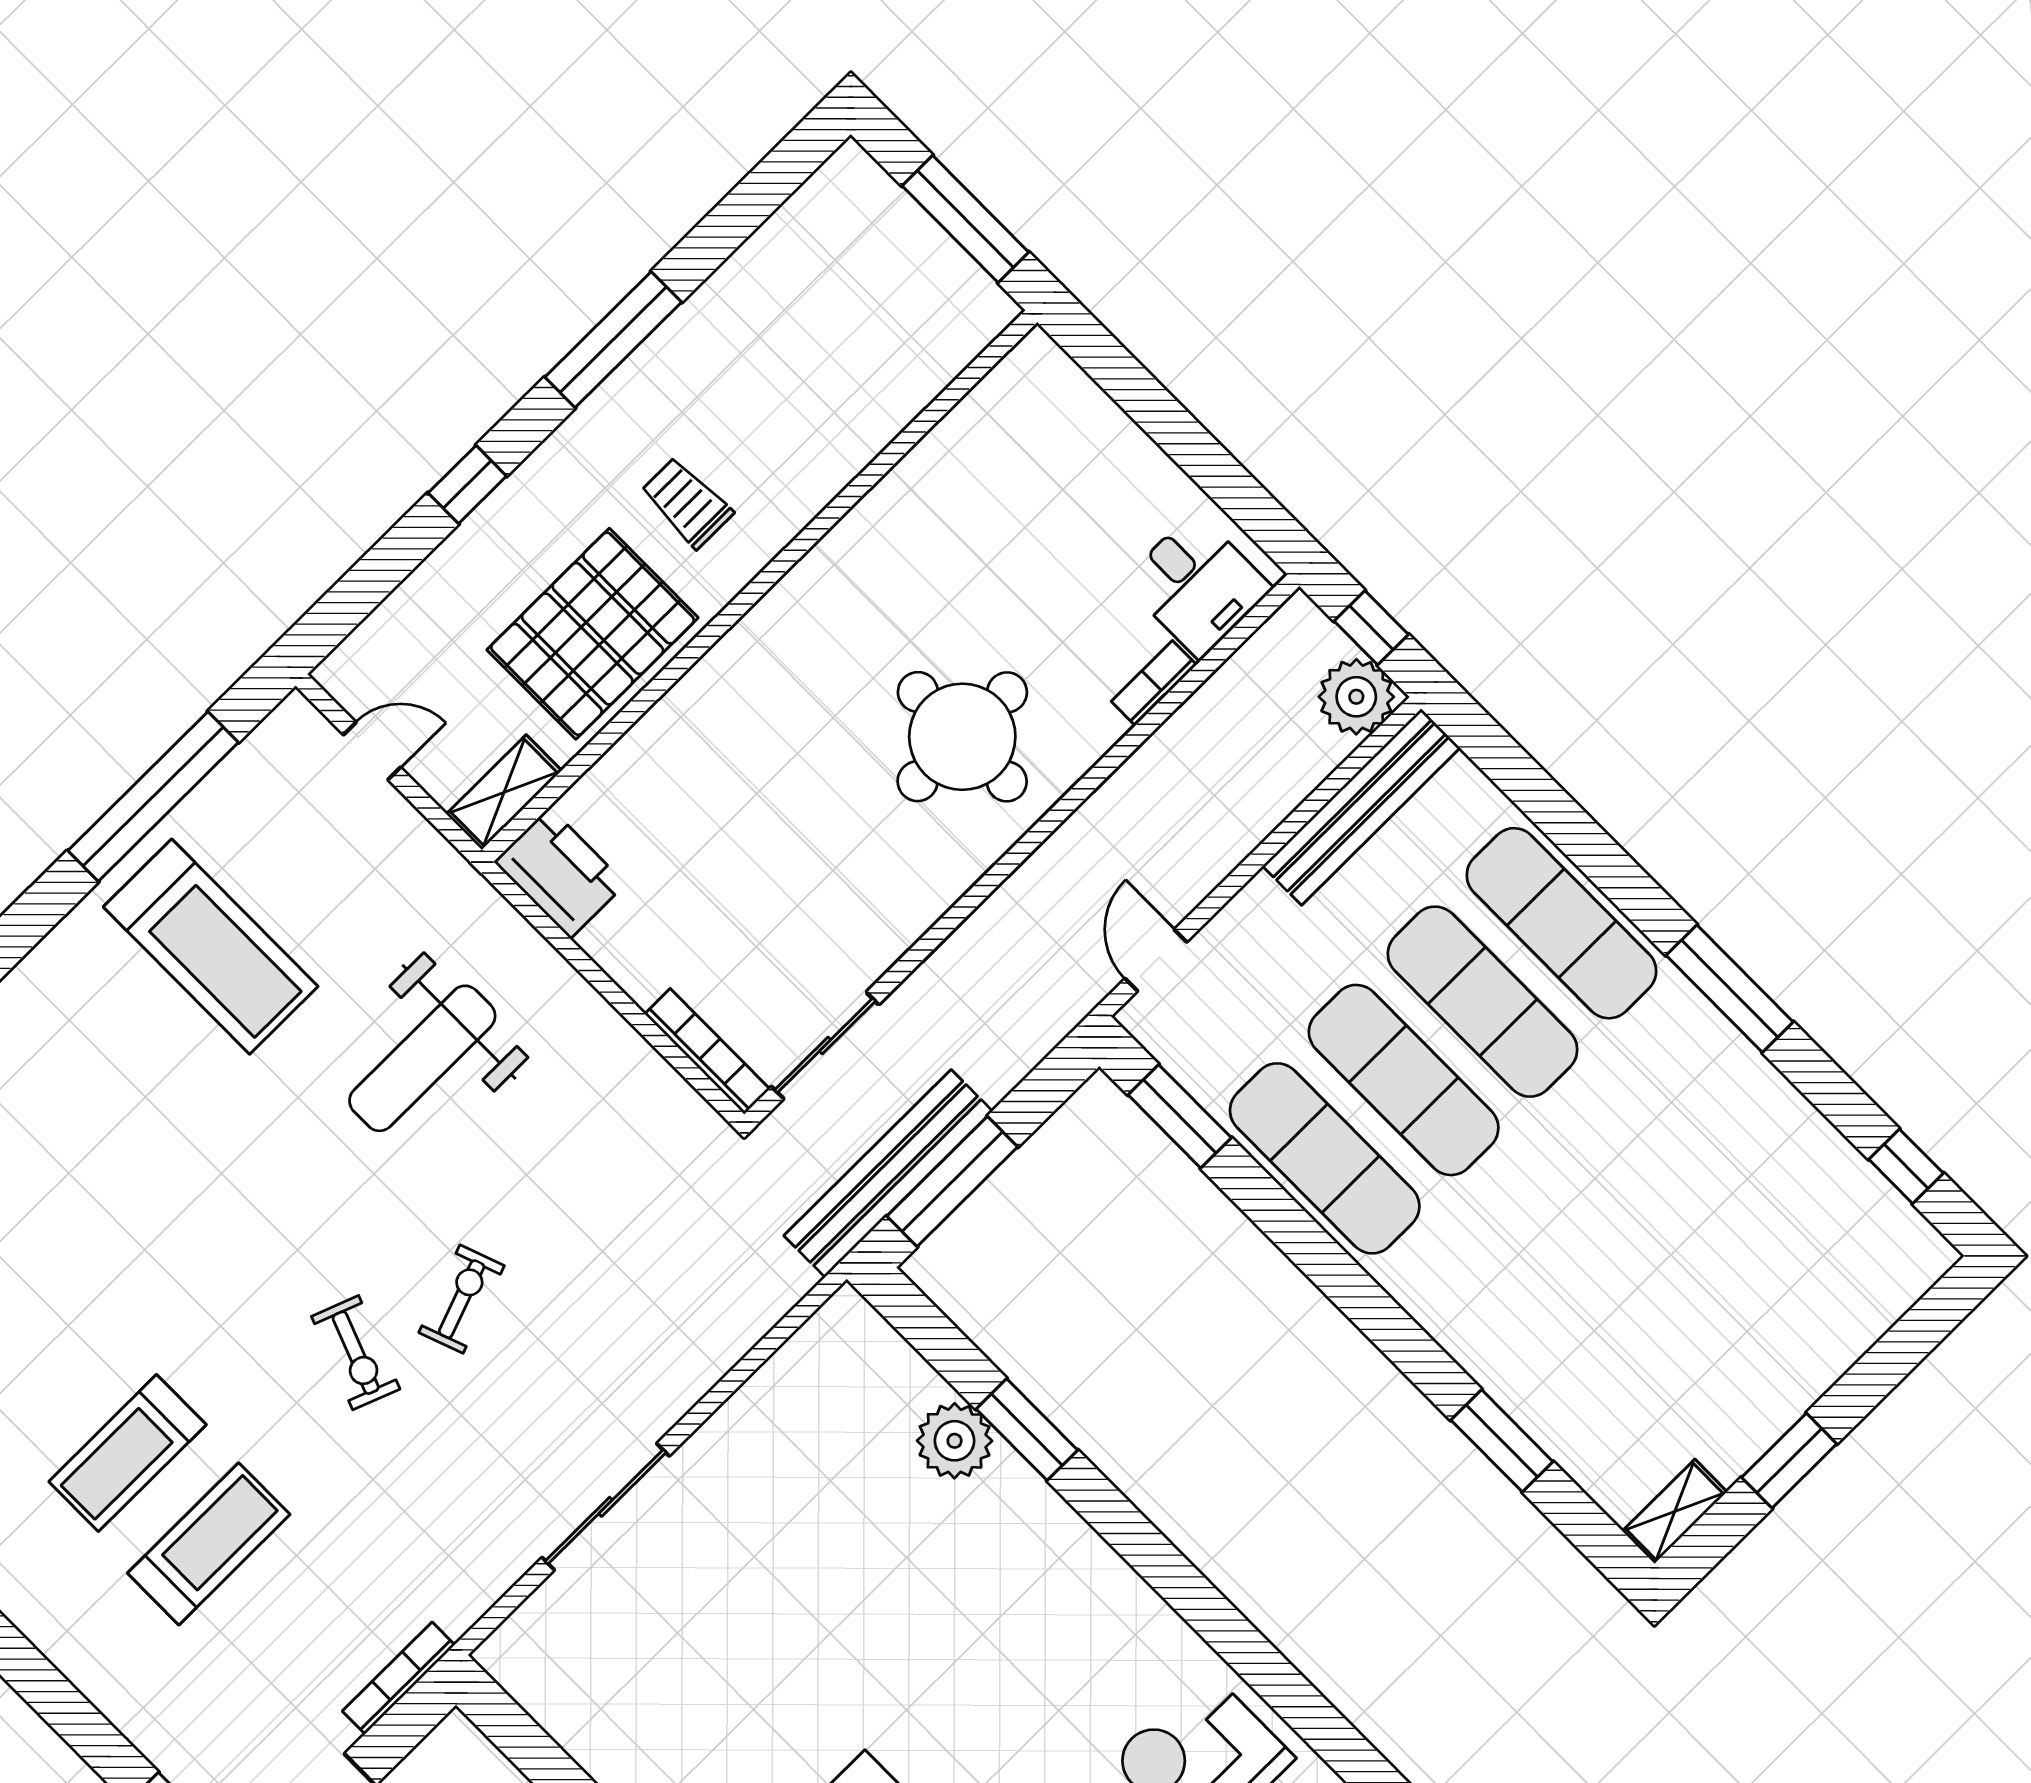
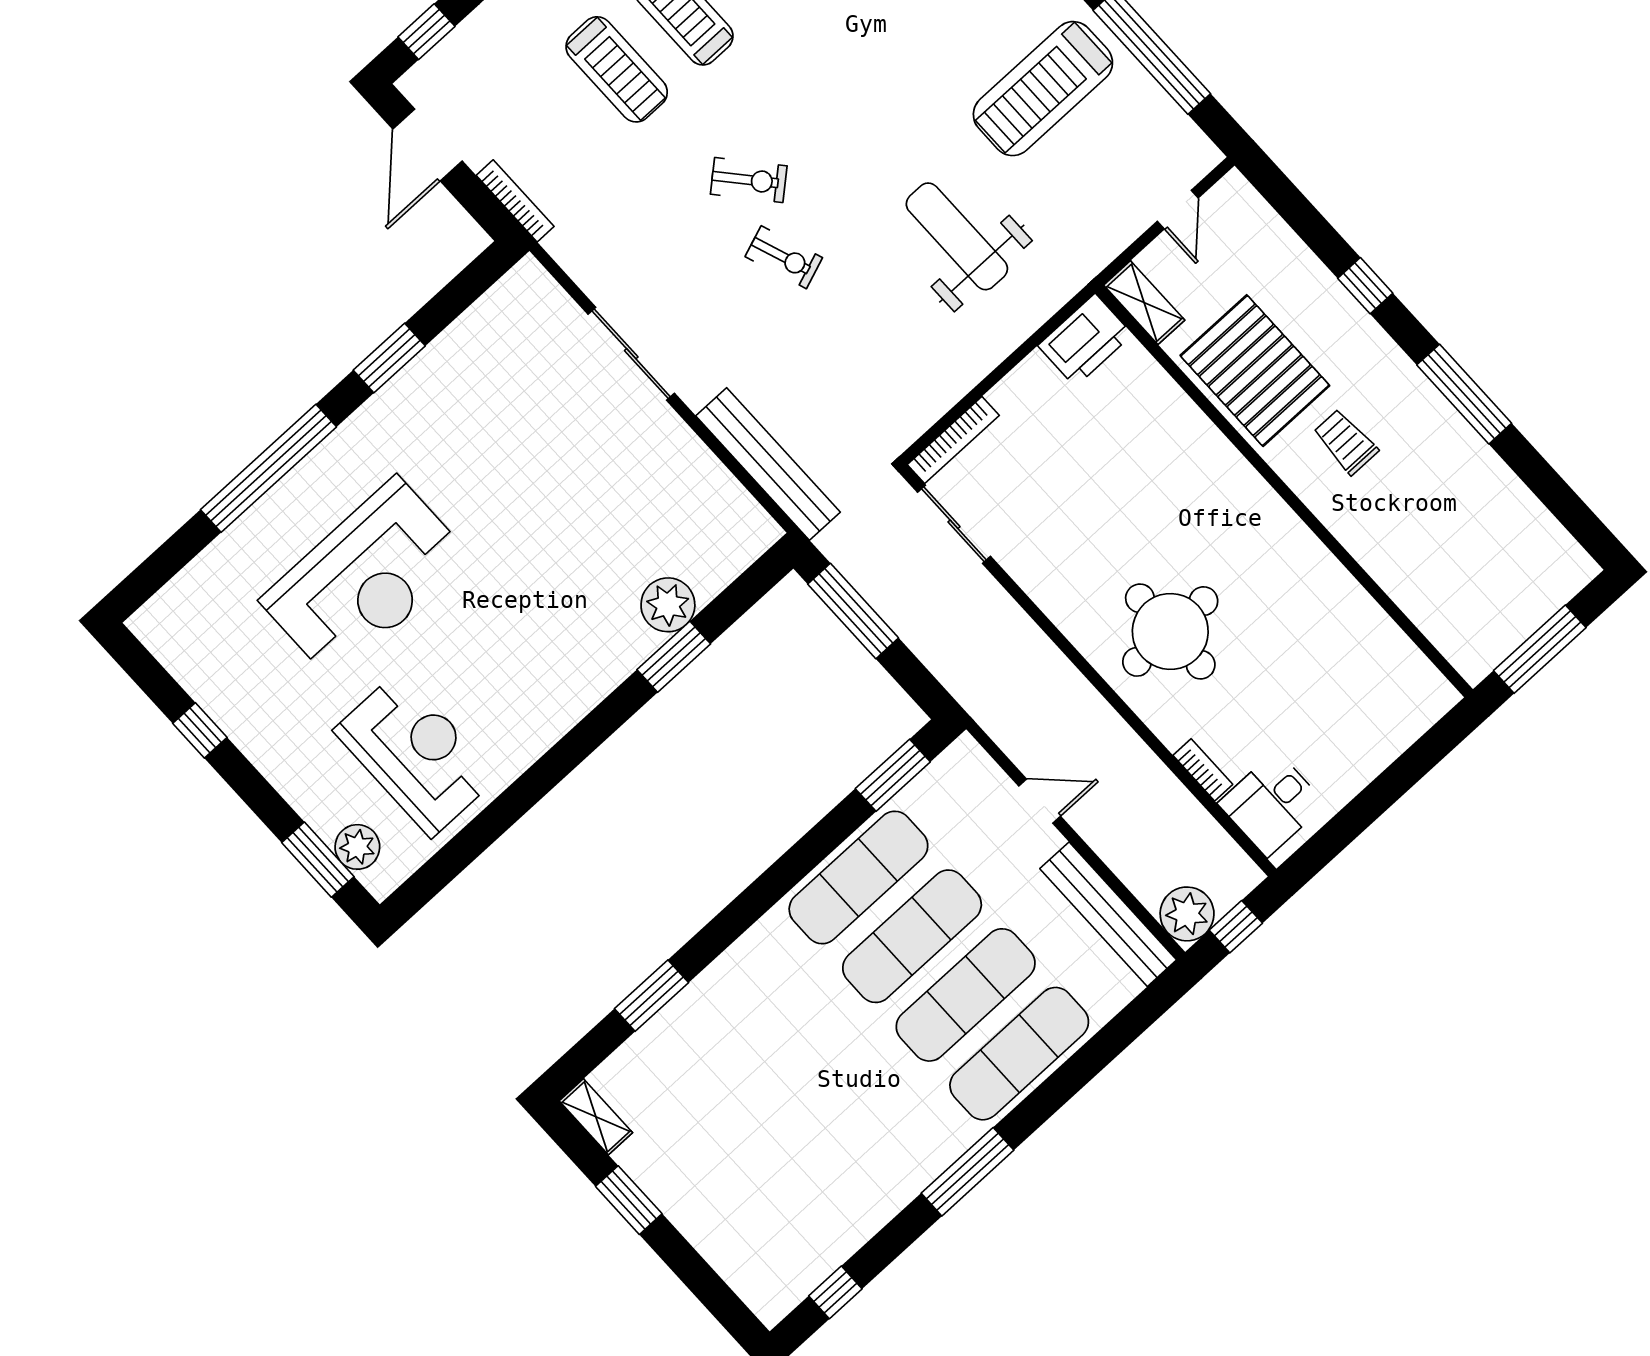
trolley: (687, 503) -> (1346, 442), turned -90
door: (1156, 960) -> (1040, 801), moved
bench: (888, 1173) -> (768, 464), moved
exercise bike: (356, 1353) -> (749, 180), turned -152

